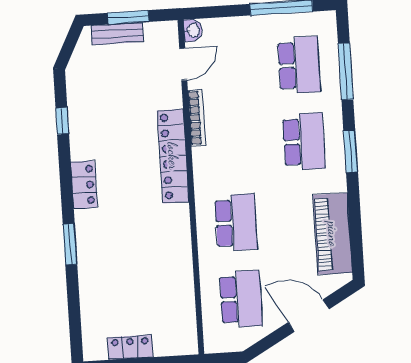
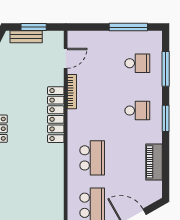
washbasin: (193, 30) -> (73, 38), removed
school desk: (299, 65) -> (137, 63), width x0.54
school desk: (304, 142) -> (137, 111), width x0.54
piano: (333, 234) -> (154, 162), width x0.73, depth x0.75

